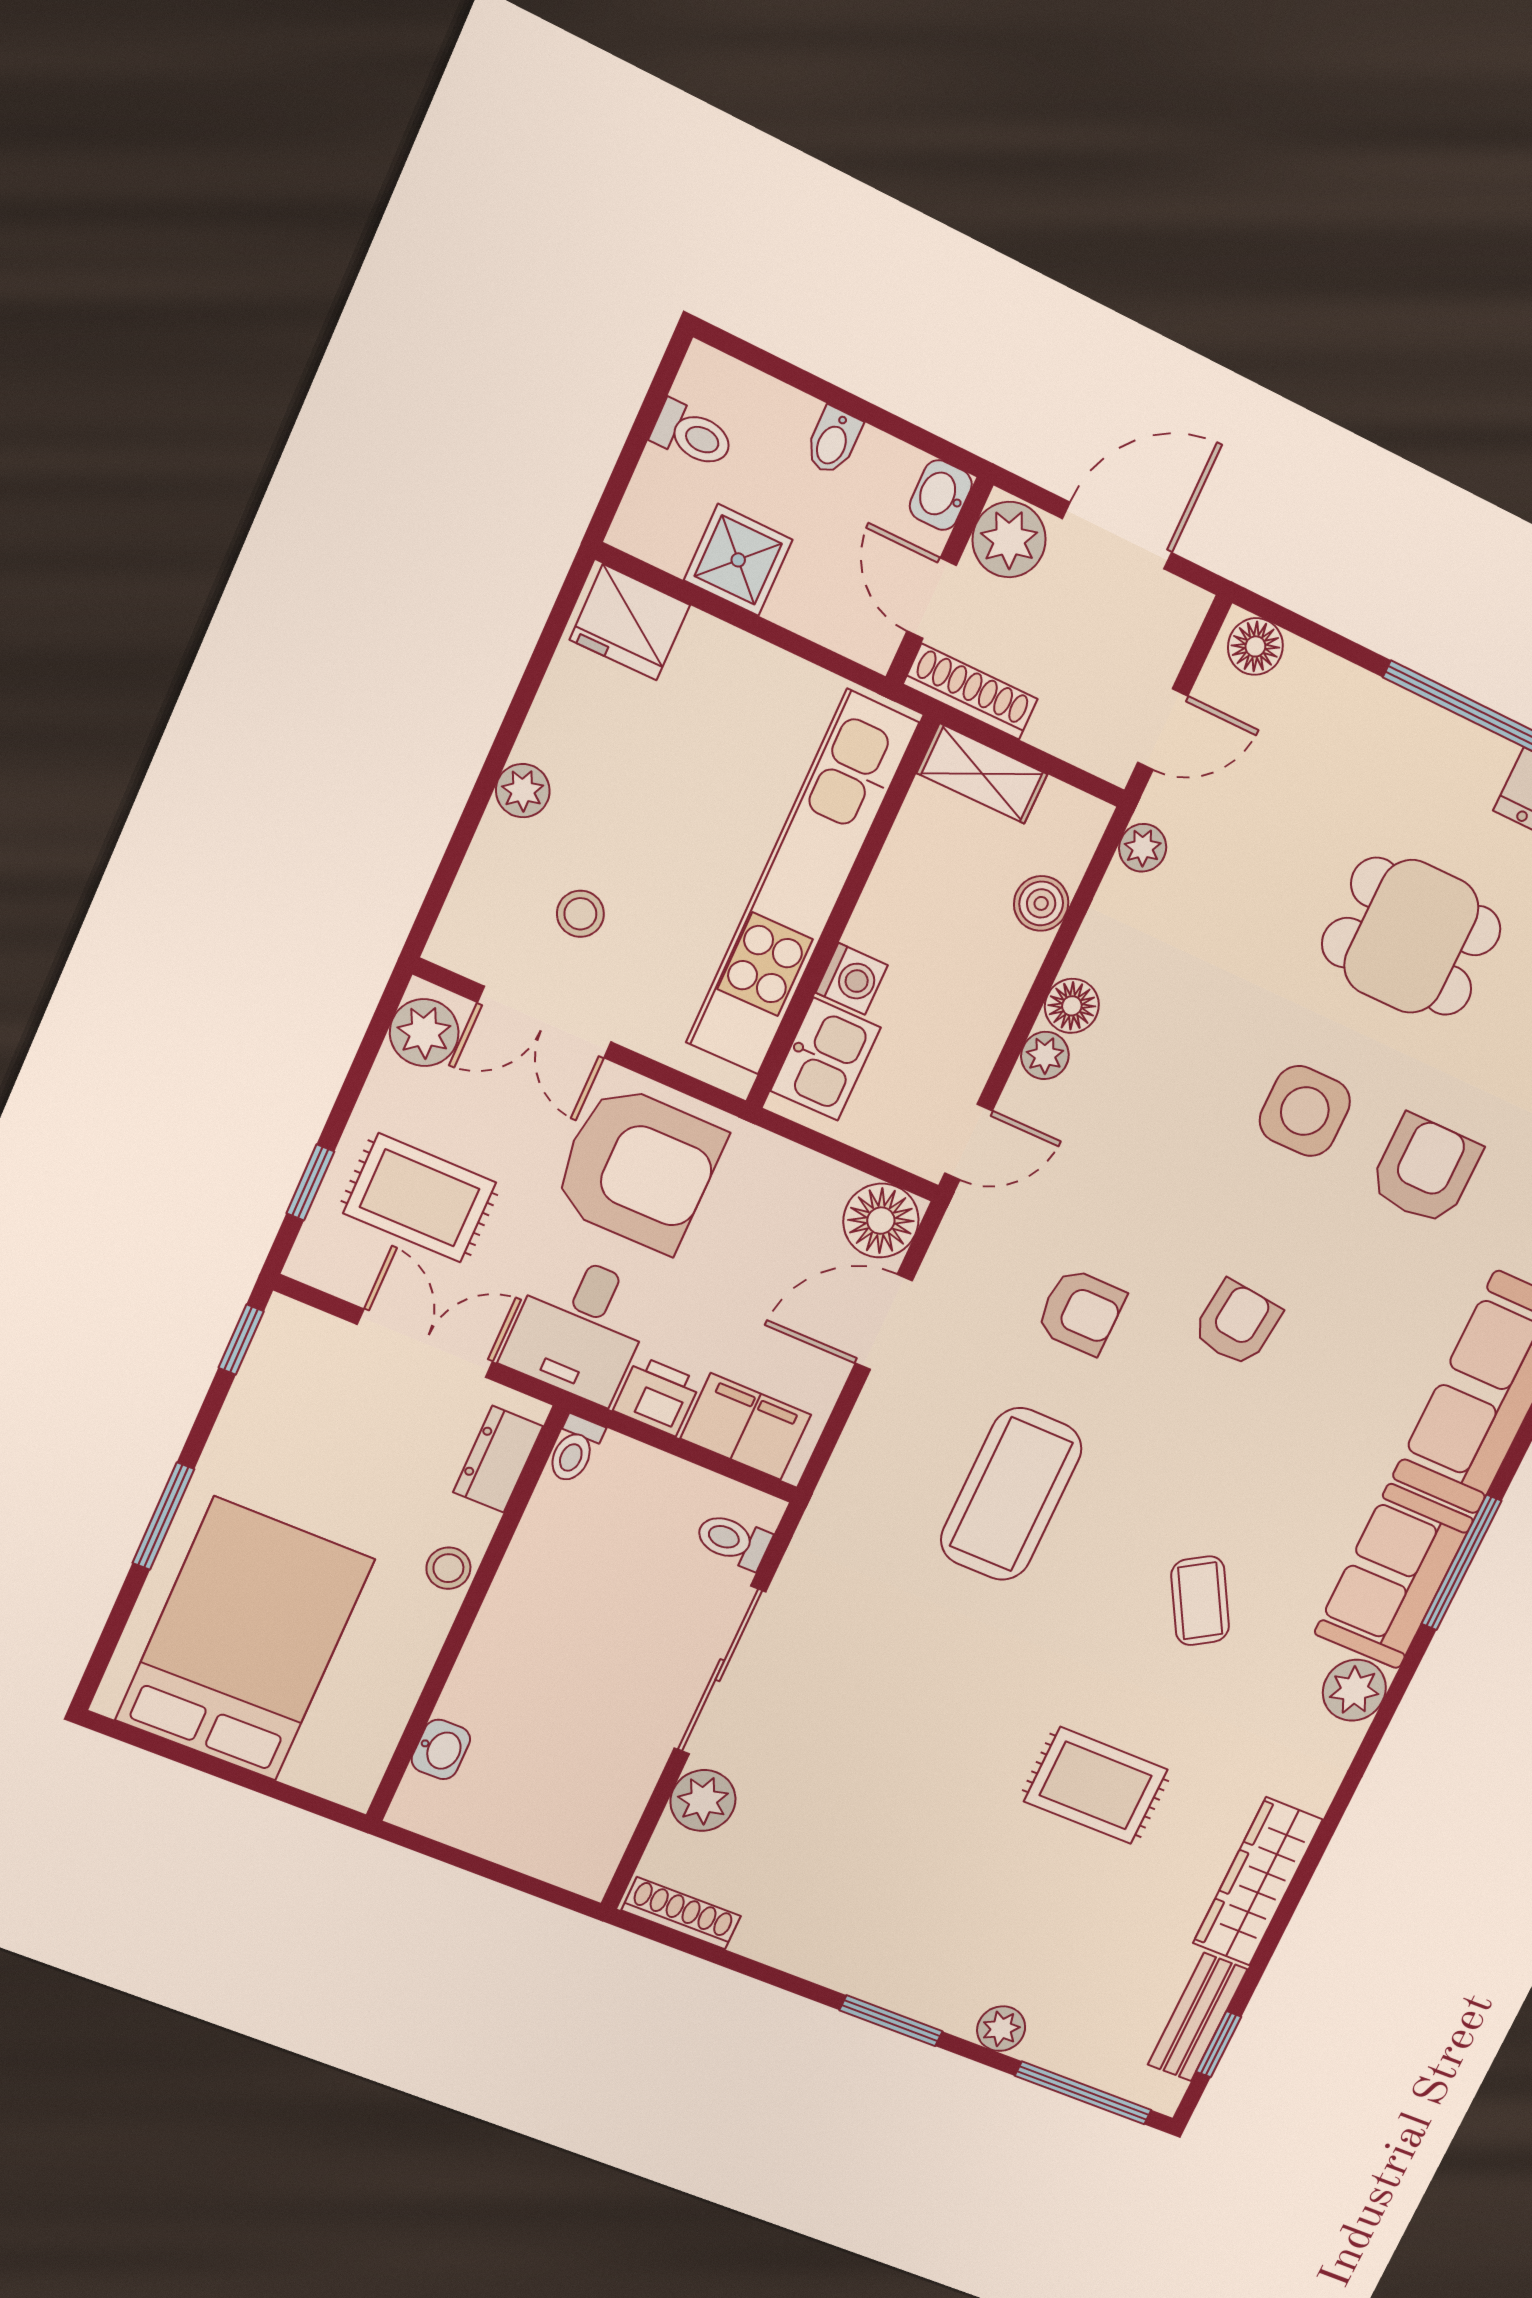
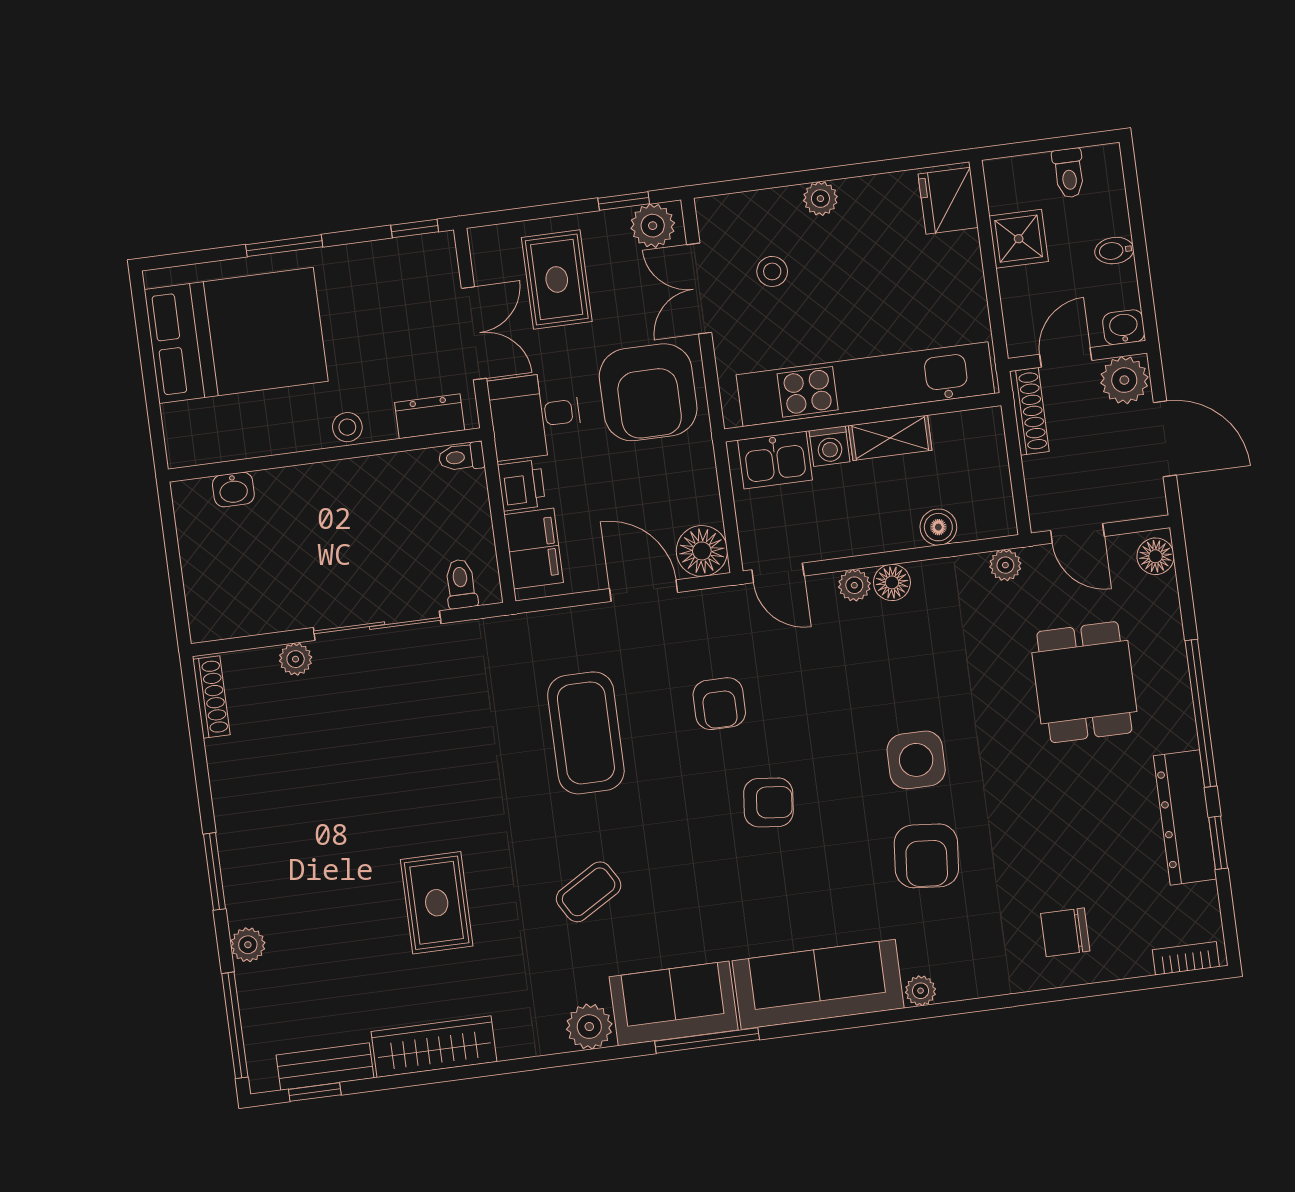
shelving: (982, 774) -> (890, 438), moved, turned 90
dining table: (1411, 937) -> (1084, 682), moved
armchair: (1425, 1170) -> (926, 856), turned 95
window: (310, 1182) -> (624, 201), moved
coffee table: (1011, 1494) -> (586, 733), turned 90
plant: (703, 1800) -> (296, 659), width x0.73, depth x0.73

